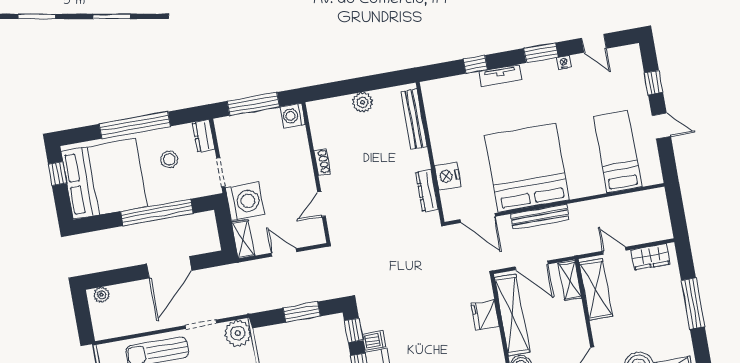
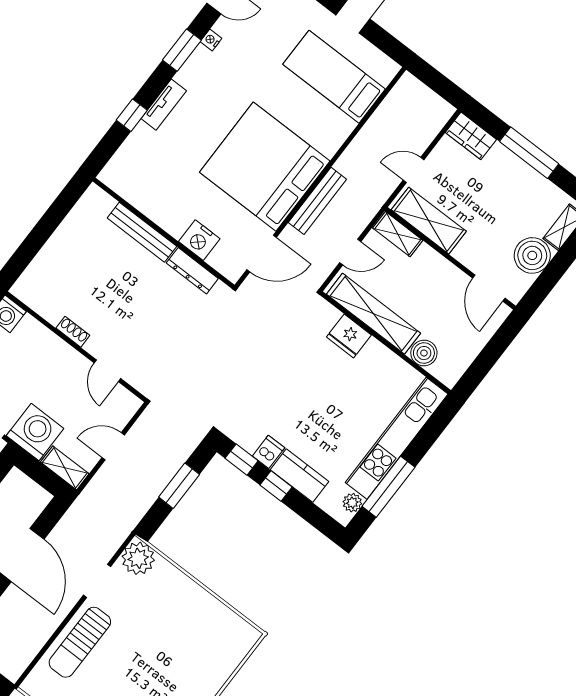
plant: (362, 102) -> (60, 244), removed
bench: (414, 119) -> (142, 232), moved
wardrobe: (650, 257) -> (471, 136), moved, turned 90
door: (532, 265) -> (350, 252), width x0.73

